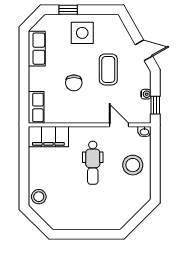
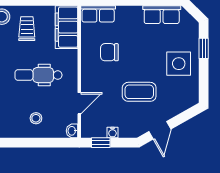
chair: (74, 83) -> (109, 52), moved
stool: (133, 165) -> (36, 118), width x0.53, depth x0.53
trolley: (50, 173) -> (27, 29), added

